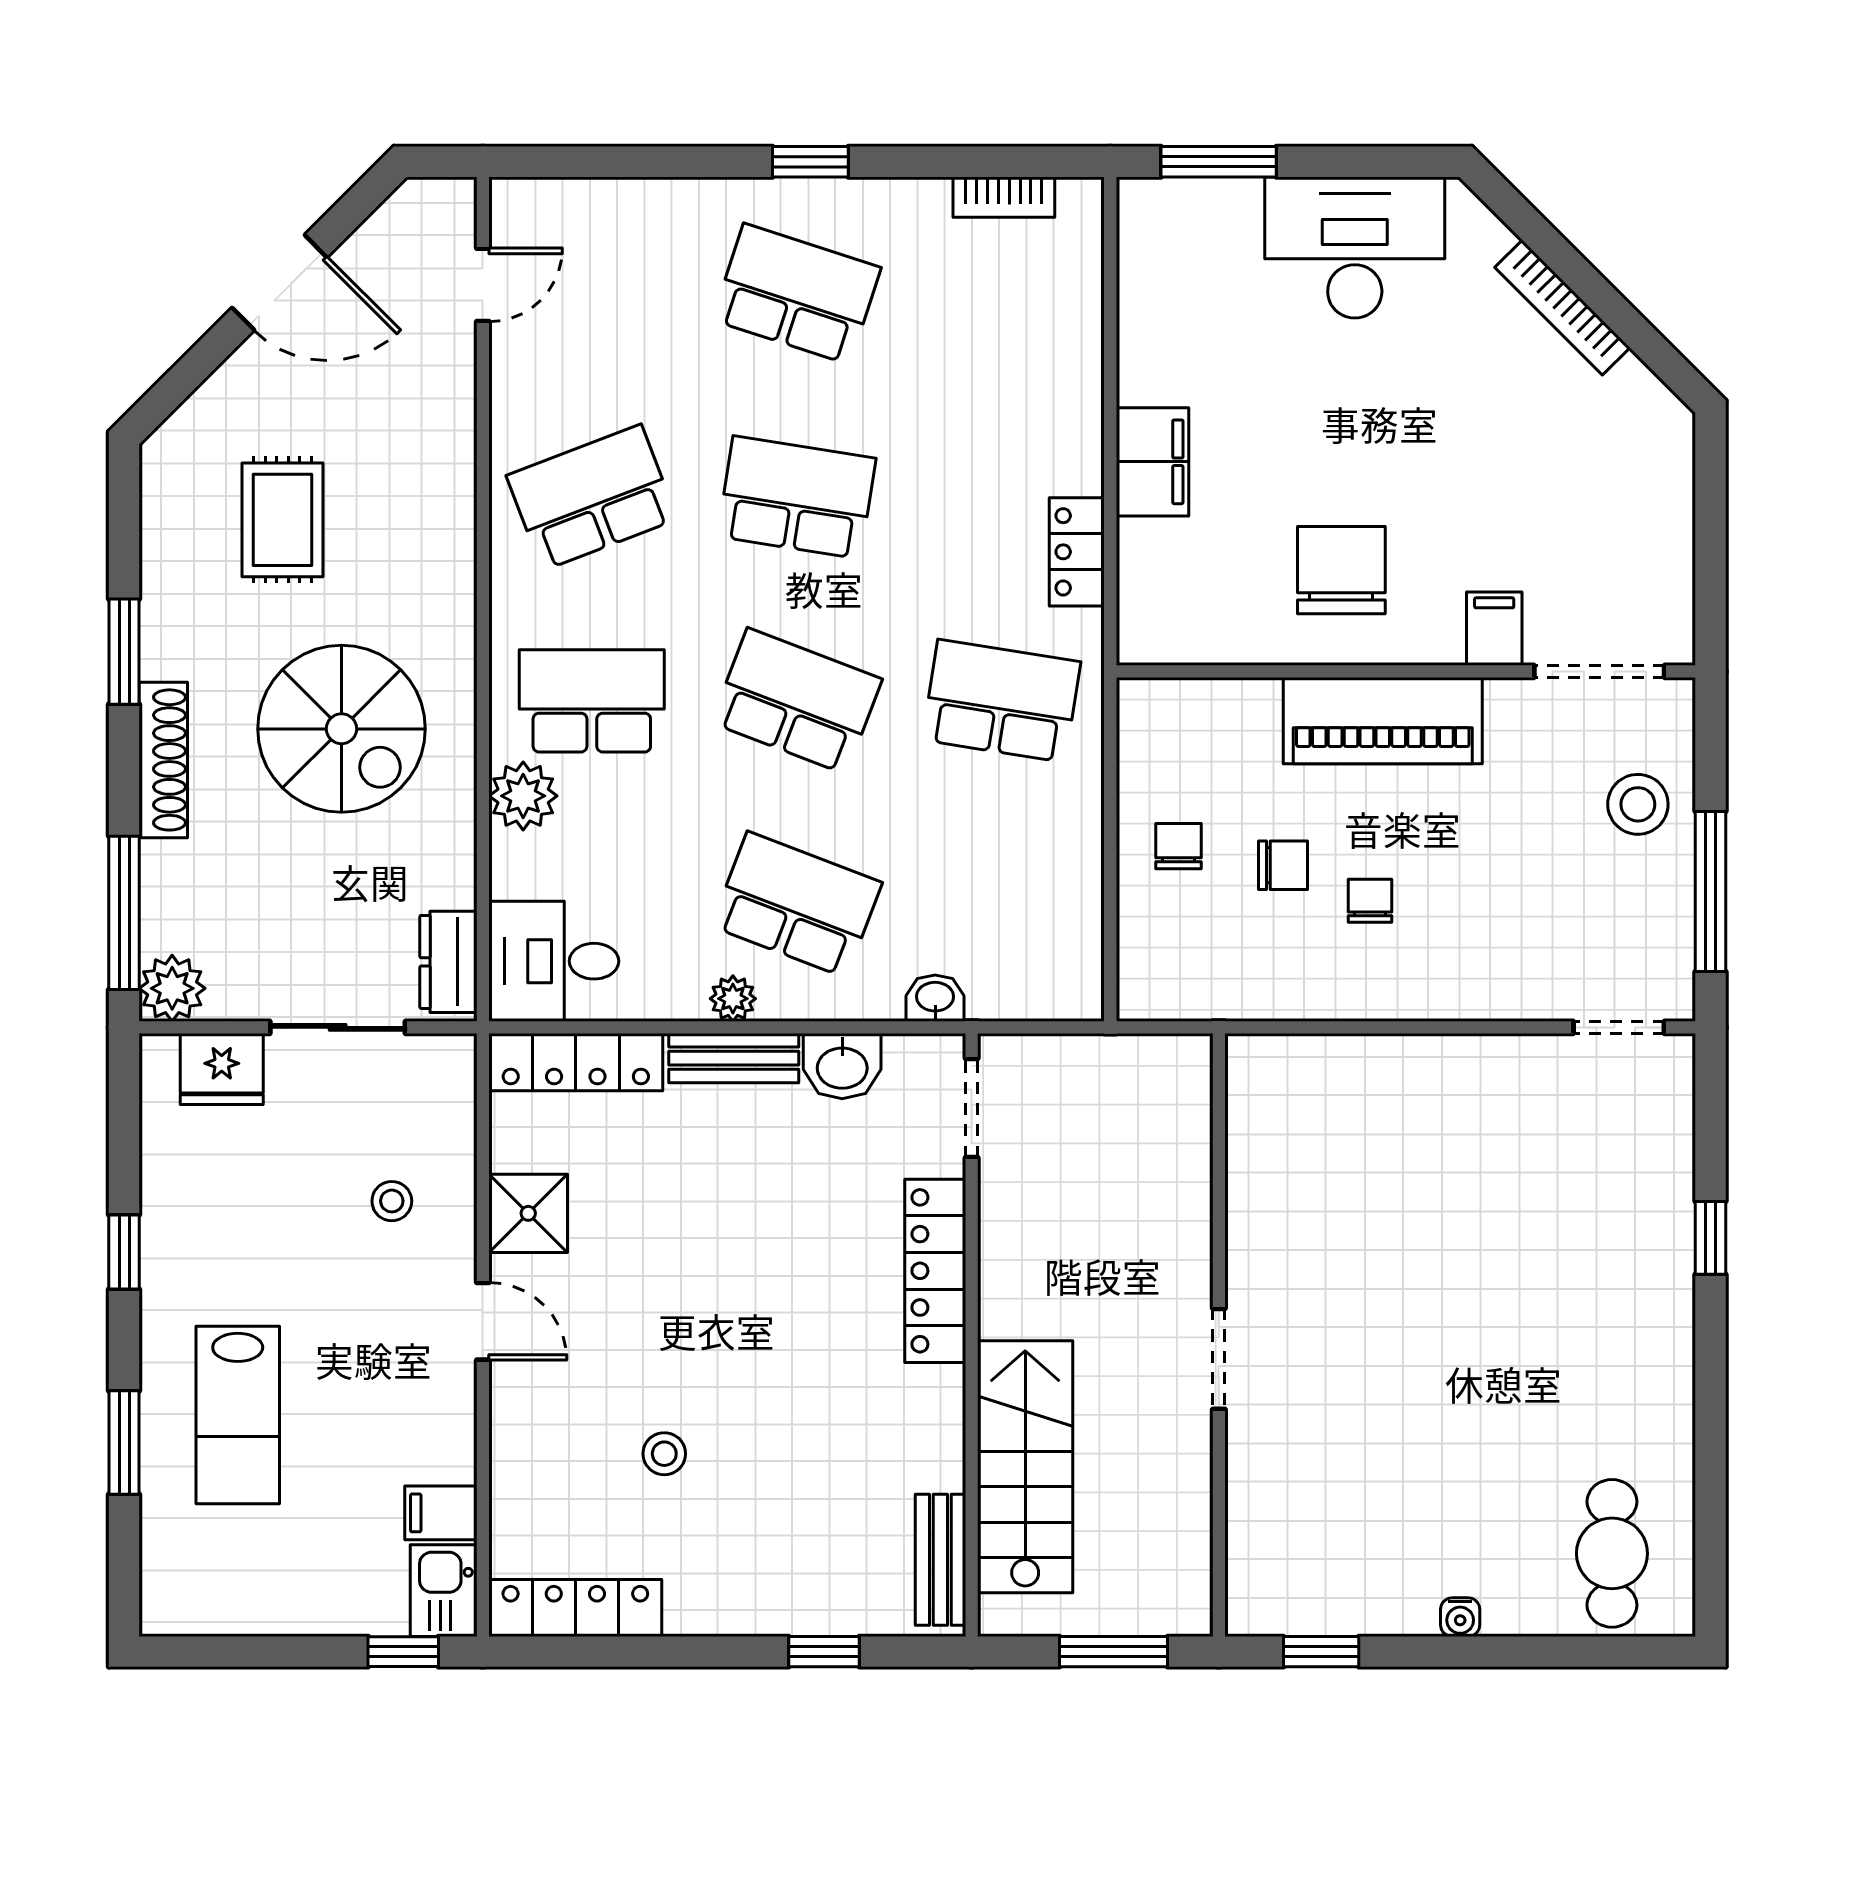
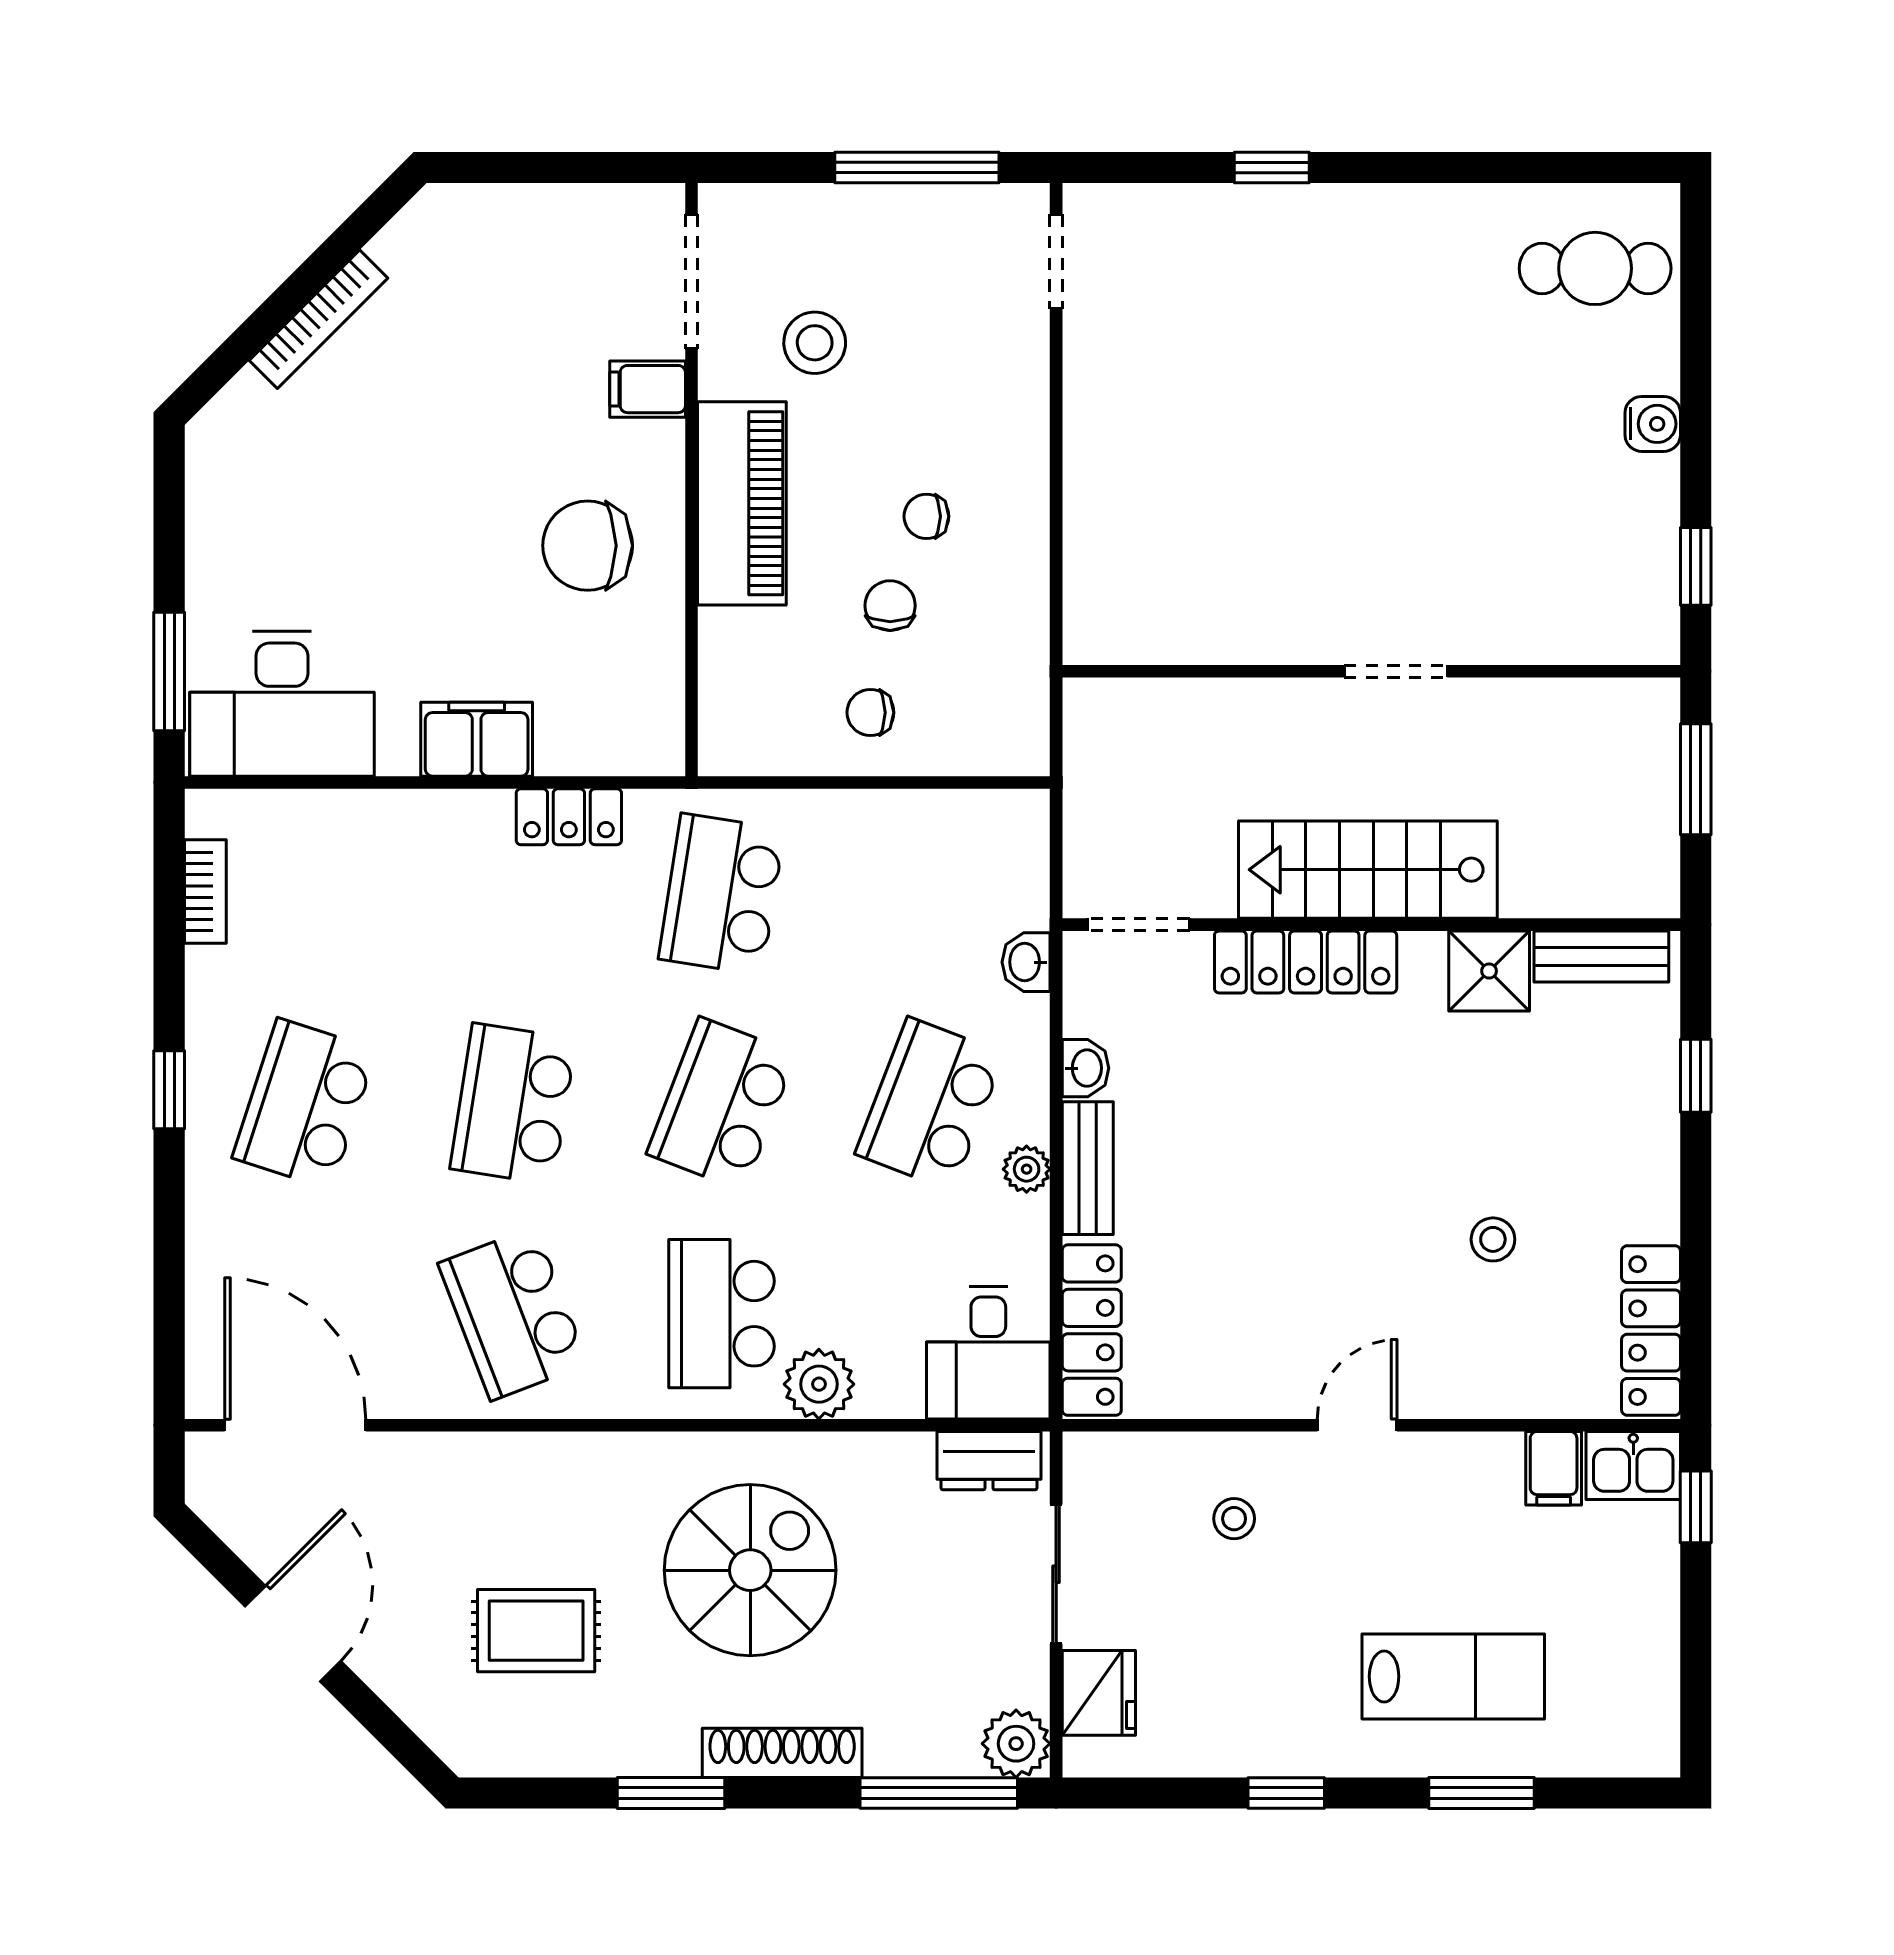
desk: (1355, 248) -> (282, 704), moved, turned -90
door: (483, 285) -> (295, 1425), width x1.88
stool: (1638, 804) -> (815, 343), moved
washbasin: (842, 1066) -> (1085, 1068), width x0.72, depth x0.69
shower: (528, 1213) -> (1489, 971), moved
stairs: (1025, 1467) -> (1368, 870), moved
water cooler: (1460, 1617) -> (1653, 424), width x1.38, depth x1.38

